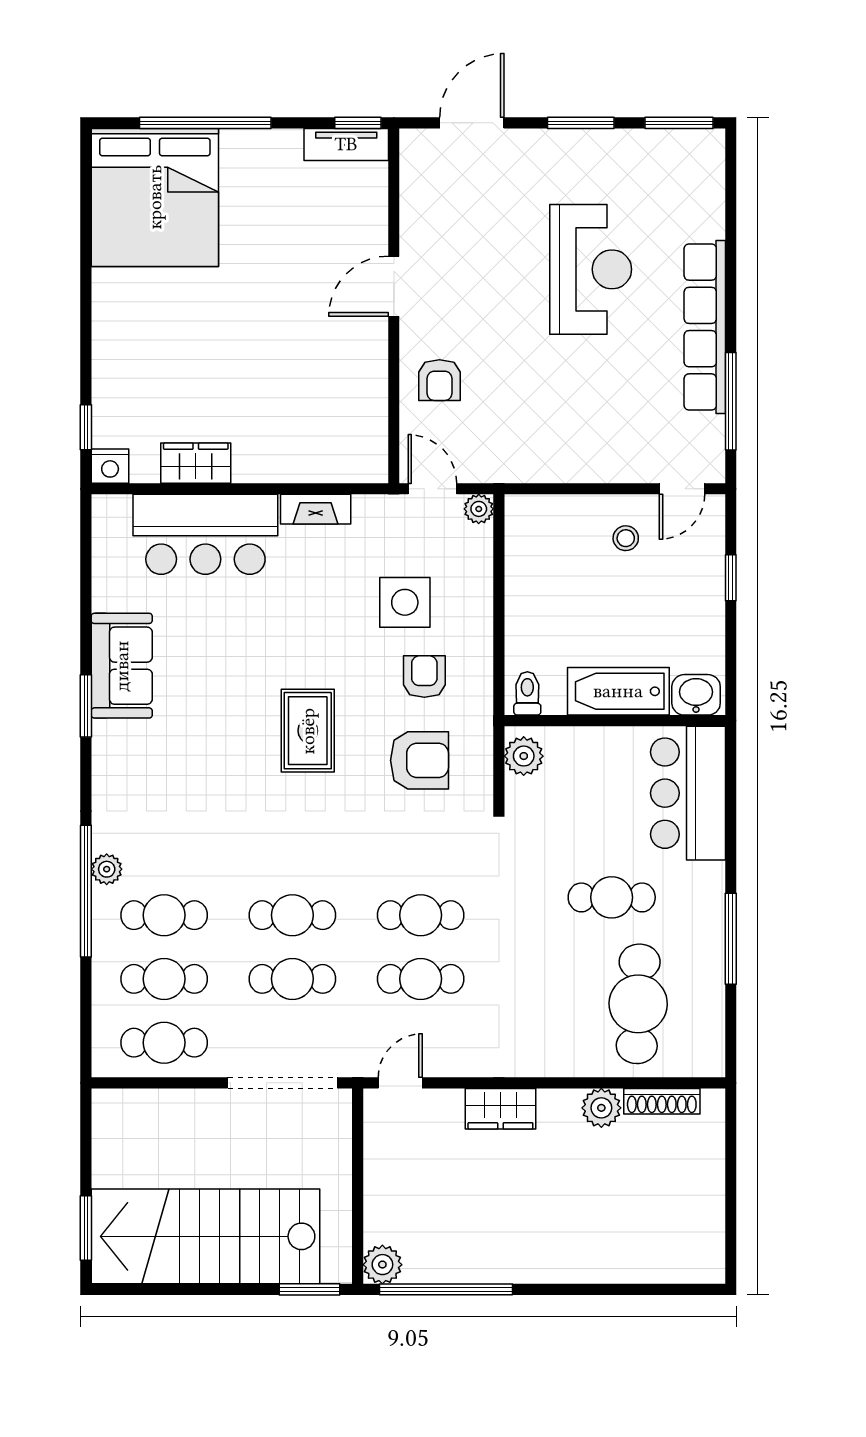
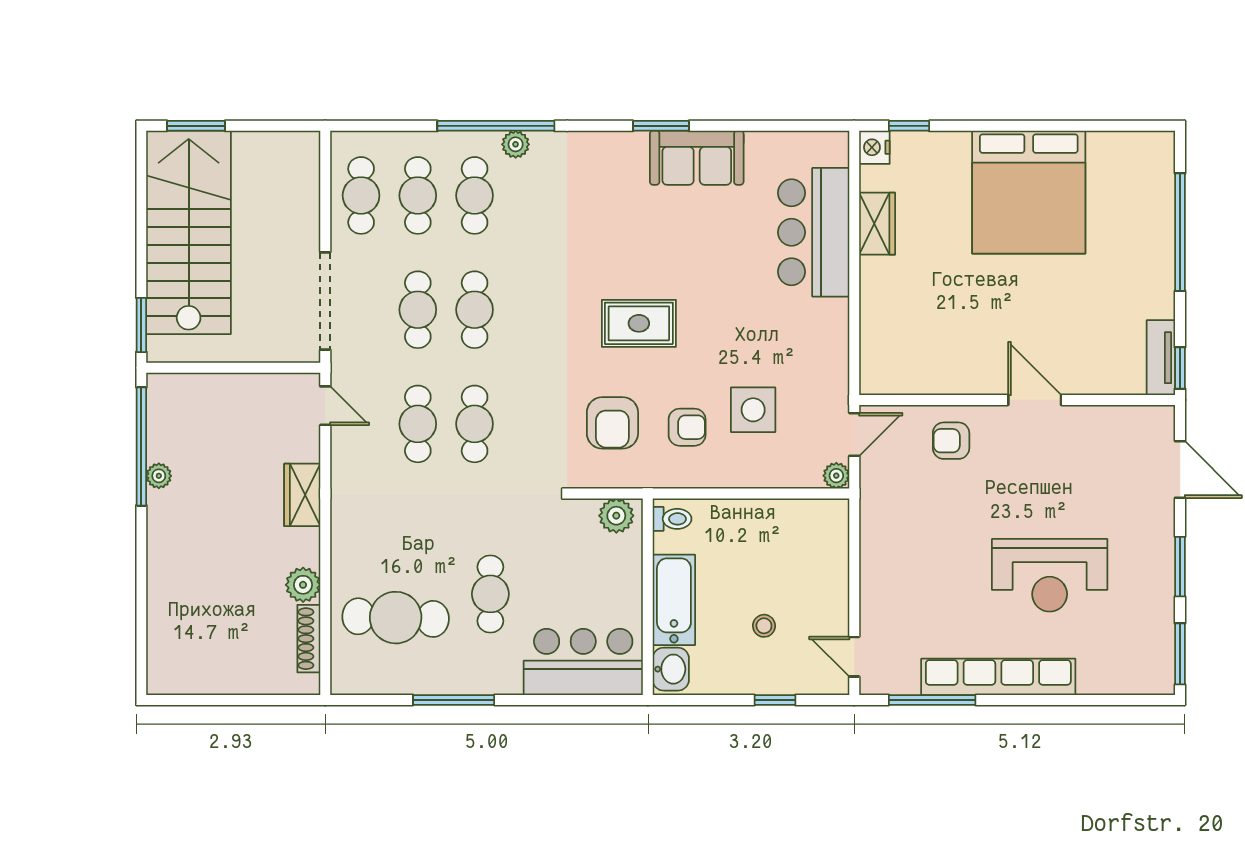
bed: (155, 197) -> (1029, 192), moved, turned -90
fireplace: (316, 509) -> (836, 330), removed
stool: (626, 538) -> (764, 626), moved
plant: (382, 1265) -> (159, 476), moved, width x0.73, depth x0.73

